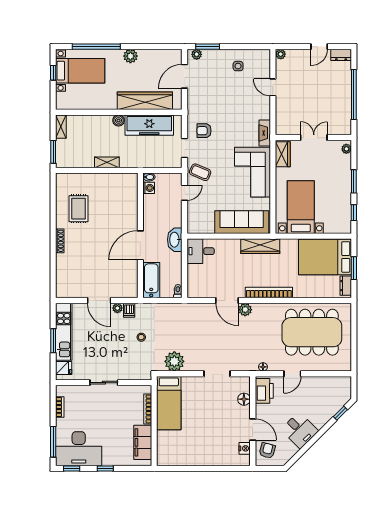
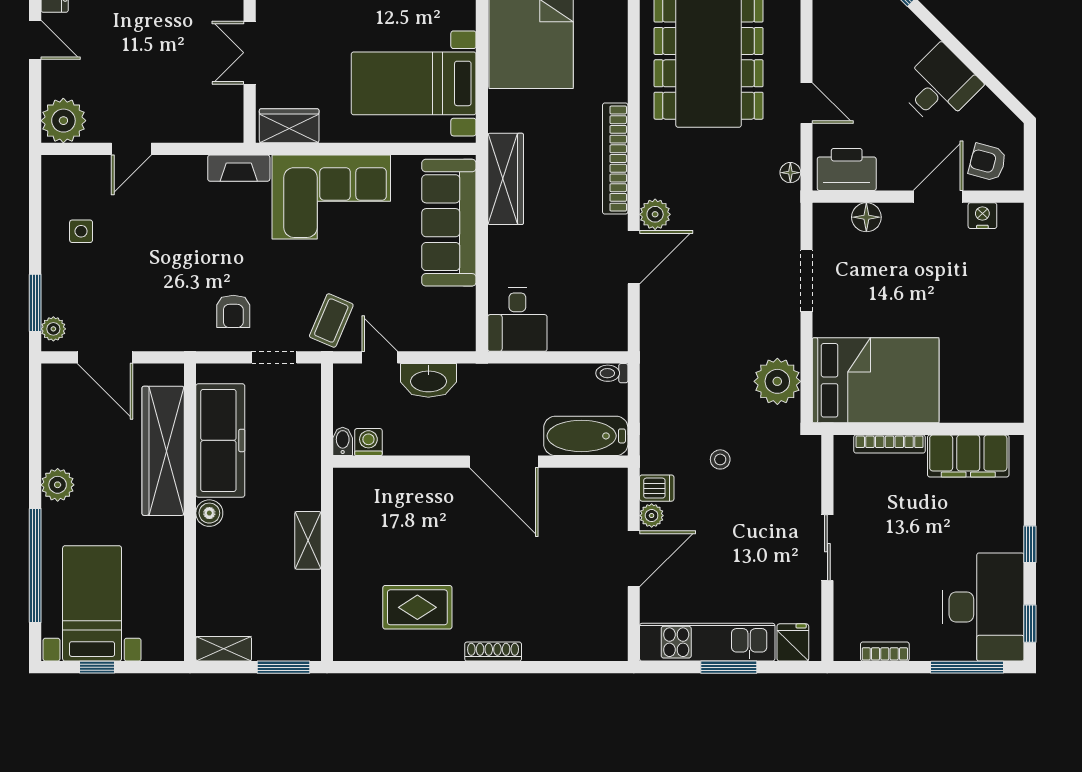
plant: (281, 54) -> (63, 121), width x1.88, depth x1.88
washbasin: (175, 240) -> (428, 380), moved
bed: (169, 403) -> (876, 380), width x1.50

